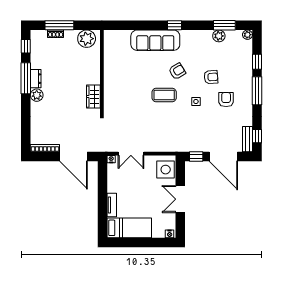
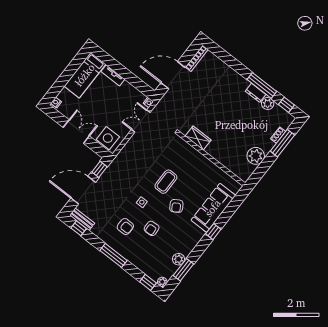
window: (257, 62) -> (148, 282), moved
wall: (102, 72) -> (212, 159), moved
plant: (37, 95) -> (268, 104), moved
wardrobe: (93, 97) -> (198, 138), moved

